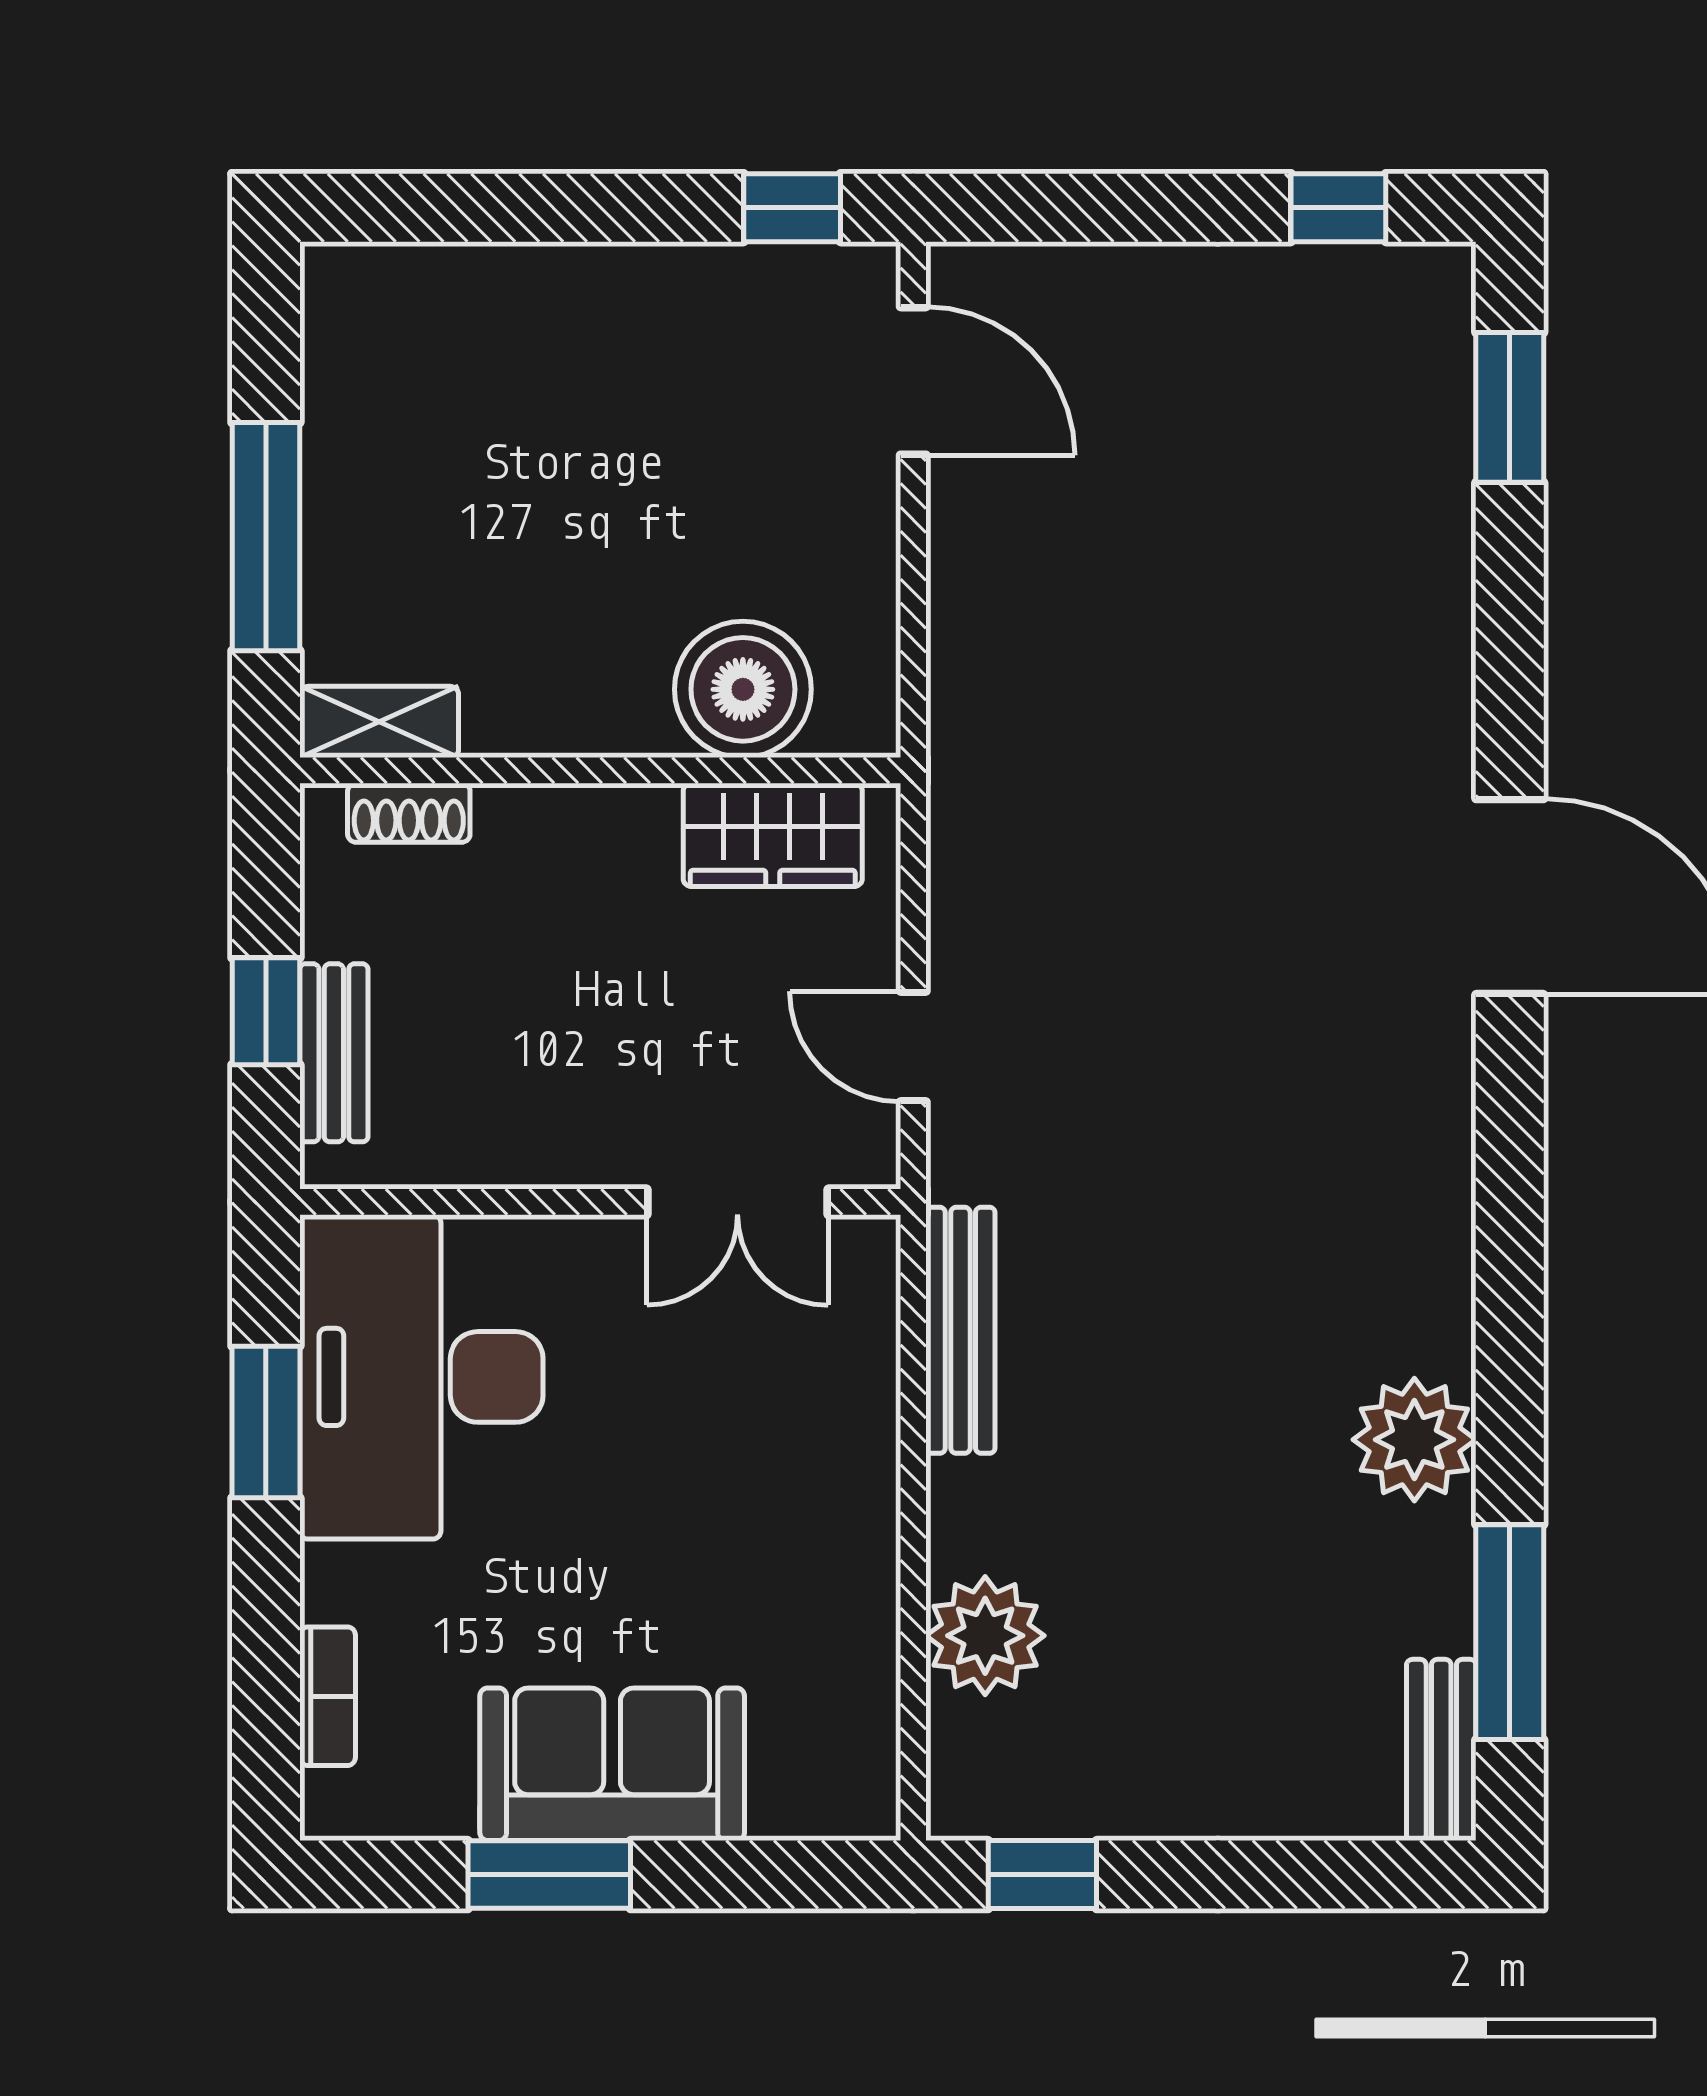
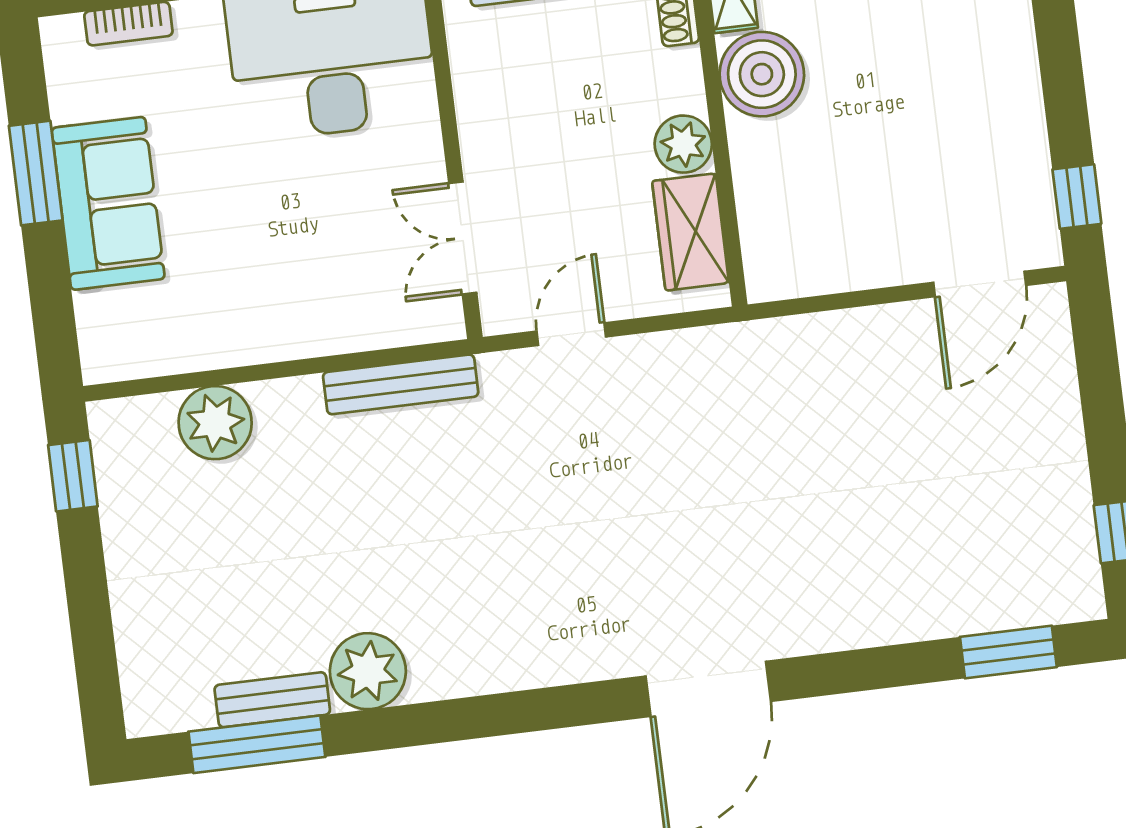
boiler: (743, 689) -> (762, 74), moved
plant: (630, 829) -> (683, 144), added
bench: (1441, 1750) -> (272, 700), moved

